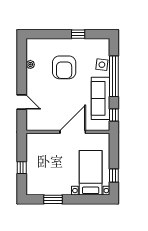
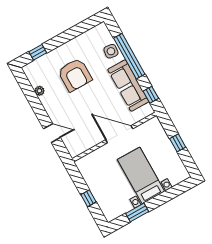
window: (78, 34) -> (38, 52), moved
door: (73, 132) -> (119, 134), hinge flipped
bed with nightstands: (91, 173) -> (141, 176), moved
window: (114, 176) -> (178, 143), moved

